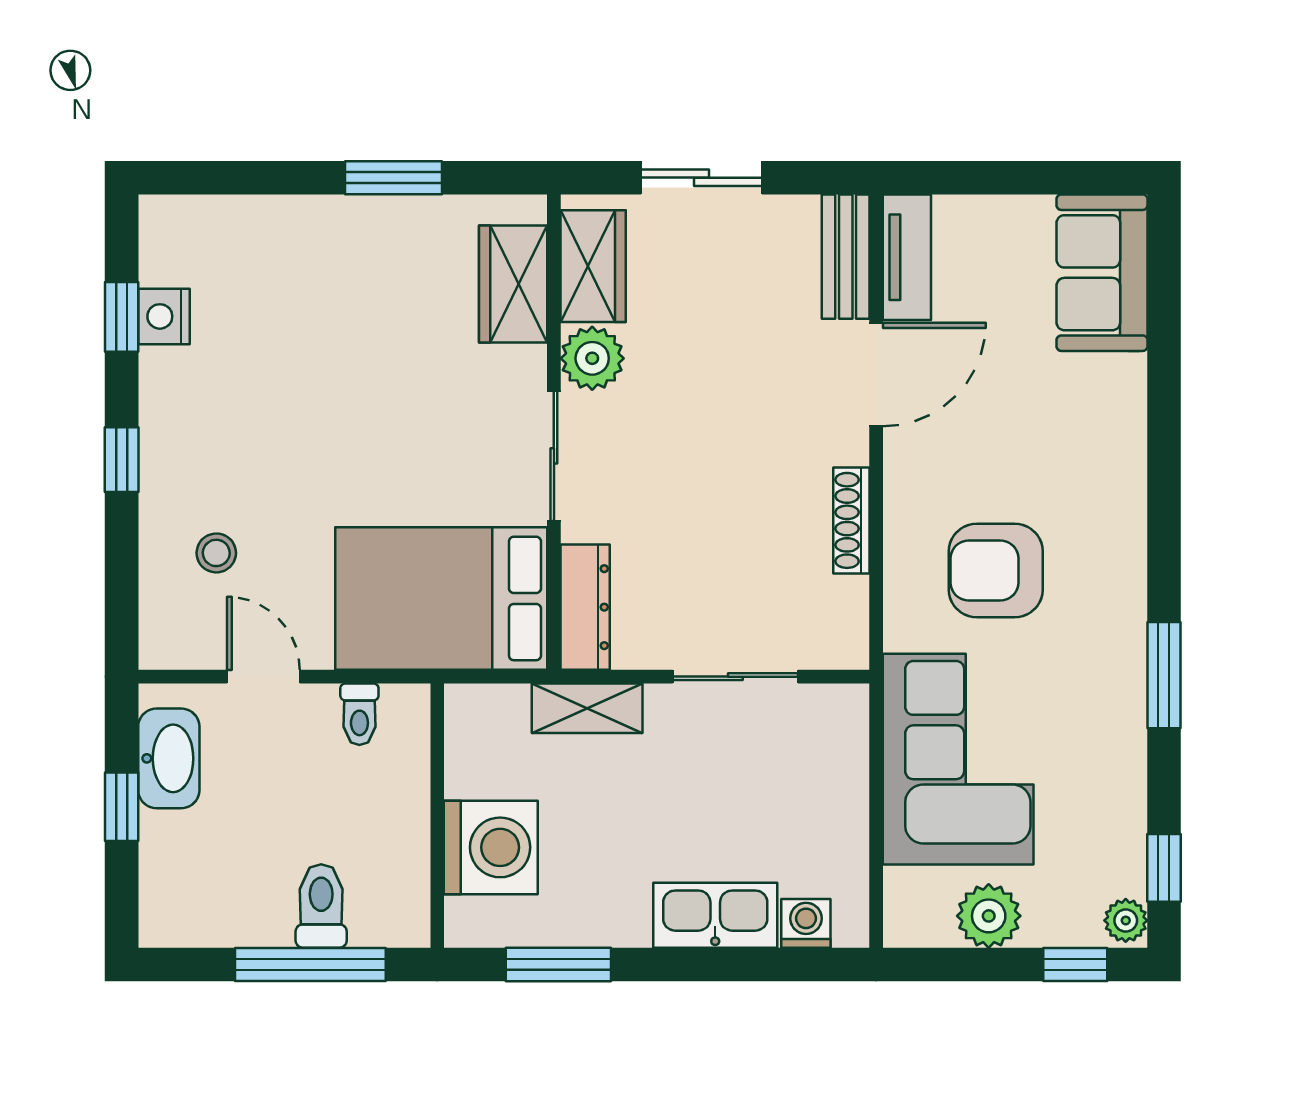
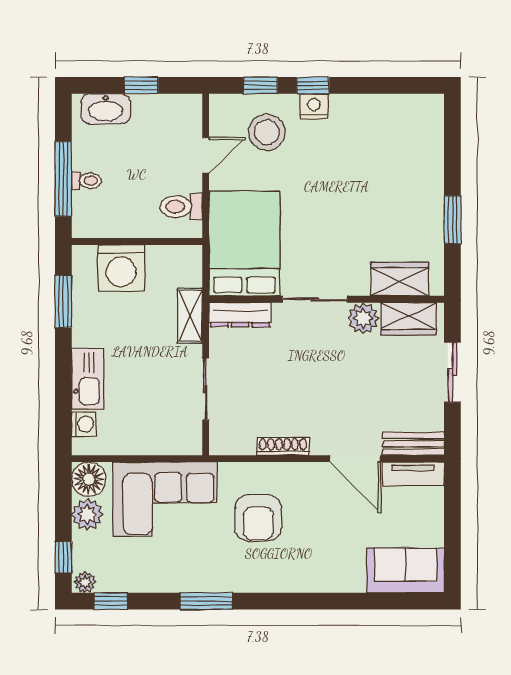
nightstand: (164, 316) -> (314, 106), moved
window: (122, 317) -> (260, 85), moved
stool: (216, 553) -> (267, 132), width x1.89, depth x1.89
armchair: (996, 570) -> (258, 518), turned 180
toilet: (359, 714) -> (181, 207), width x1.37, depth x1.39
washbasin: (169, 758) -> (106, 109), moved
toilet: (321, 906) -> (86, 181), width x0.73, depth x0.72
floor lamp: (918, 913) -> (89, 479), added

